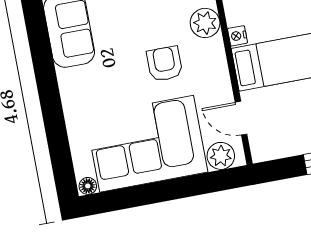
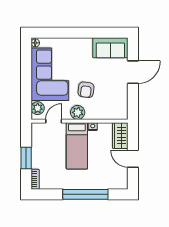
plant: (205, 23) -> (78, 112), moved
armchair: (165, 64) -> (86, 90), turned 97

